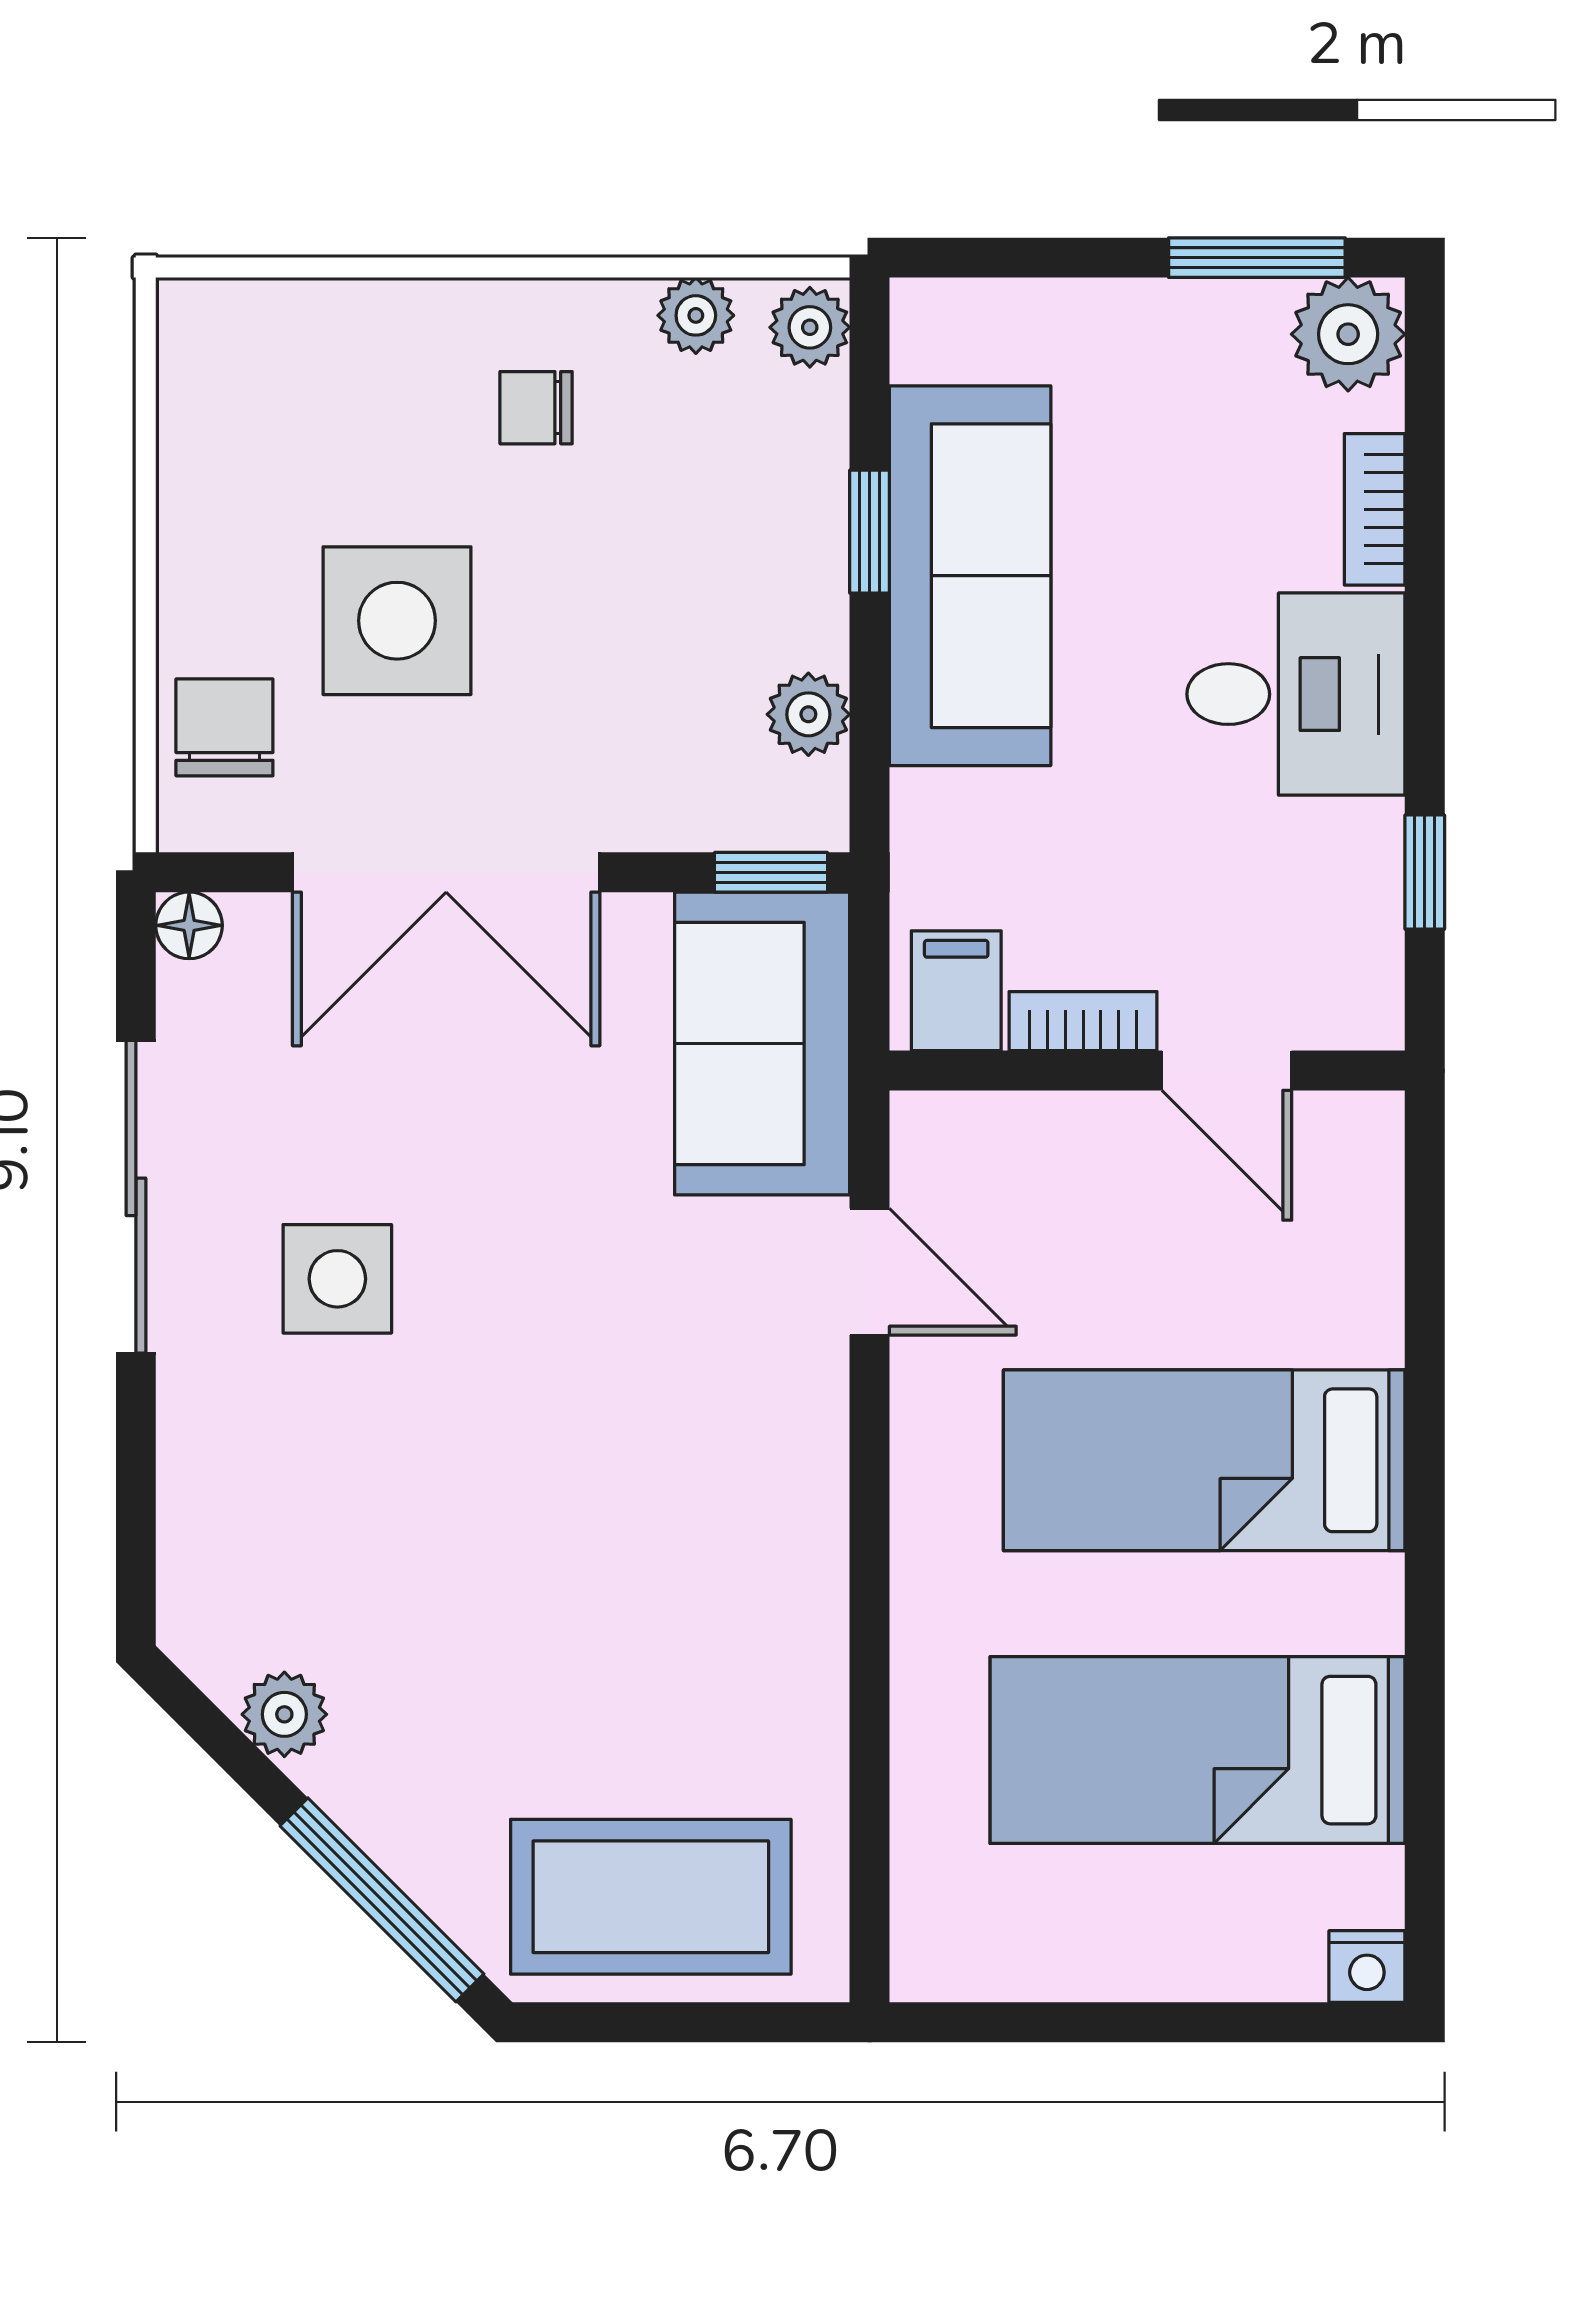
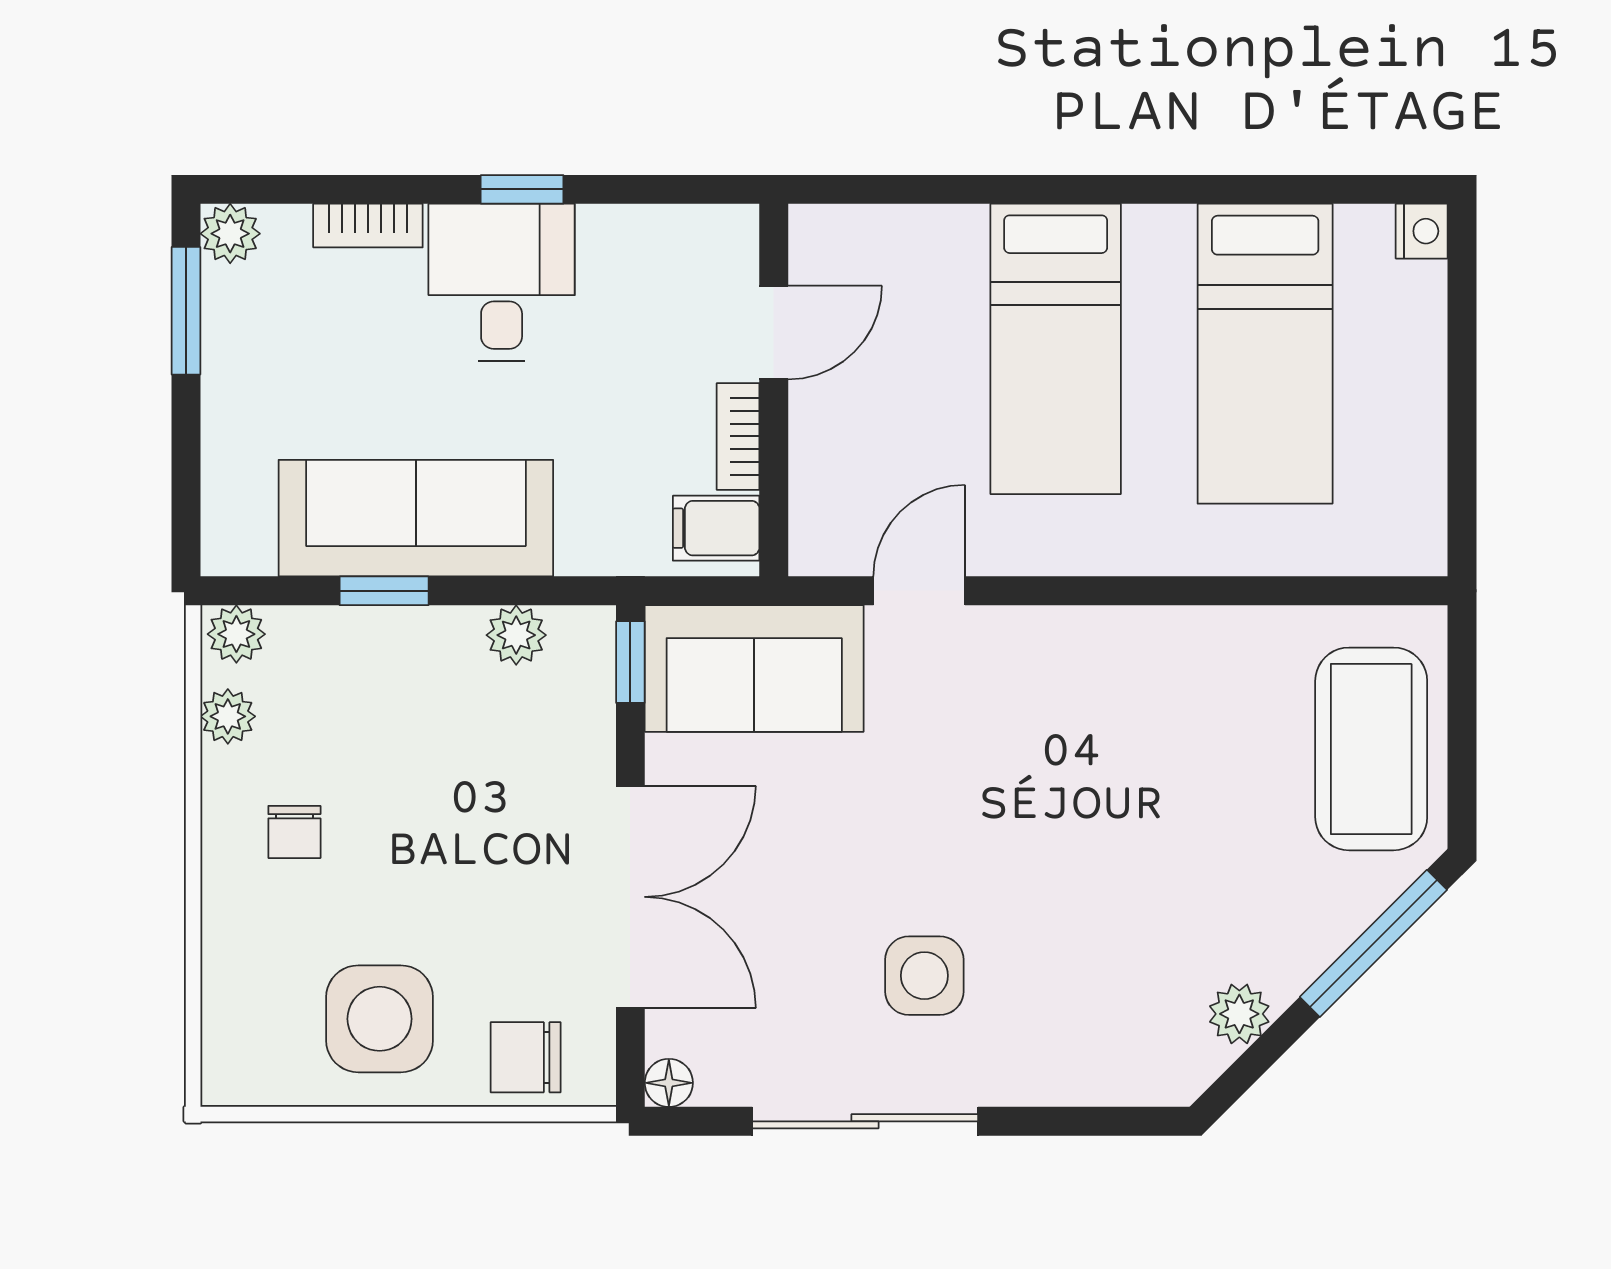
plant: (1348, 334) -> (230, 234), width x0.73, depth x0.73
side table: (397, 621) -> (380, 1019), moved
window: (1425, 872) -> (522, 189), moved

